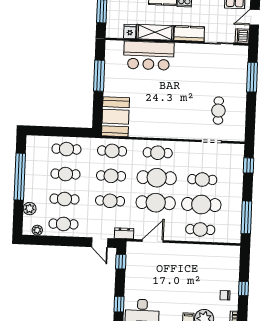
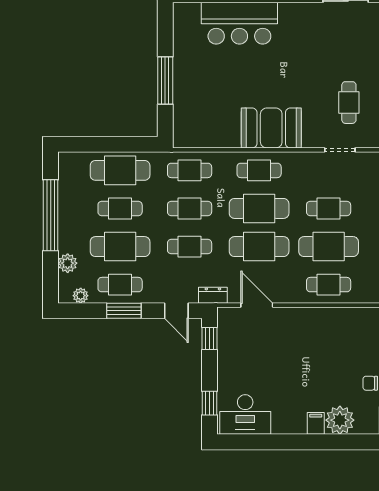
window: (99, 76) -> (165, 80), moved
booth: (115, 117) -> (271, 128), moved, turned 90
cafe table: (66, 149) -> (120, 170), width x1.37, depth x1.35
cafe table: (64, 199) -> (120, 247), width x1.37, depth x1.35
window: (65, 241) -> (124, 311), added
door: (153, 241) -> (257, 305), hinge flipped

